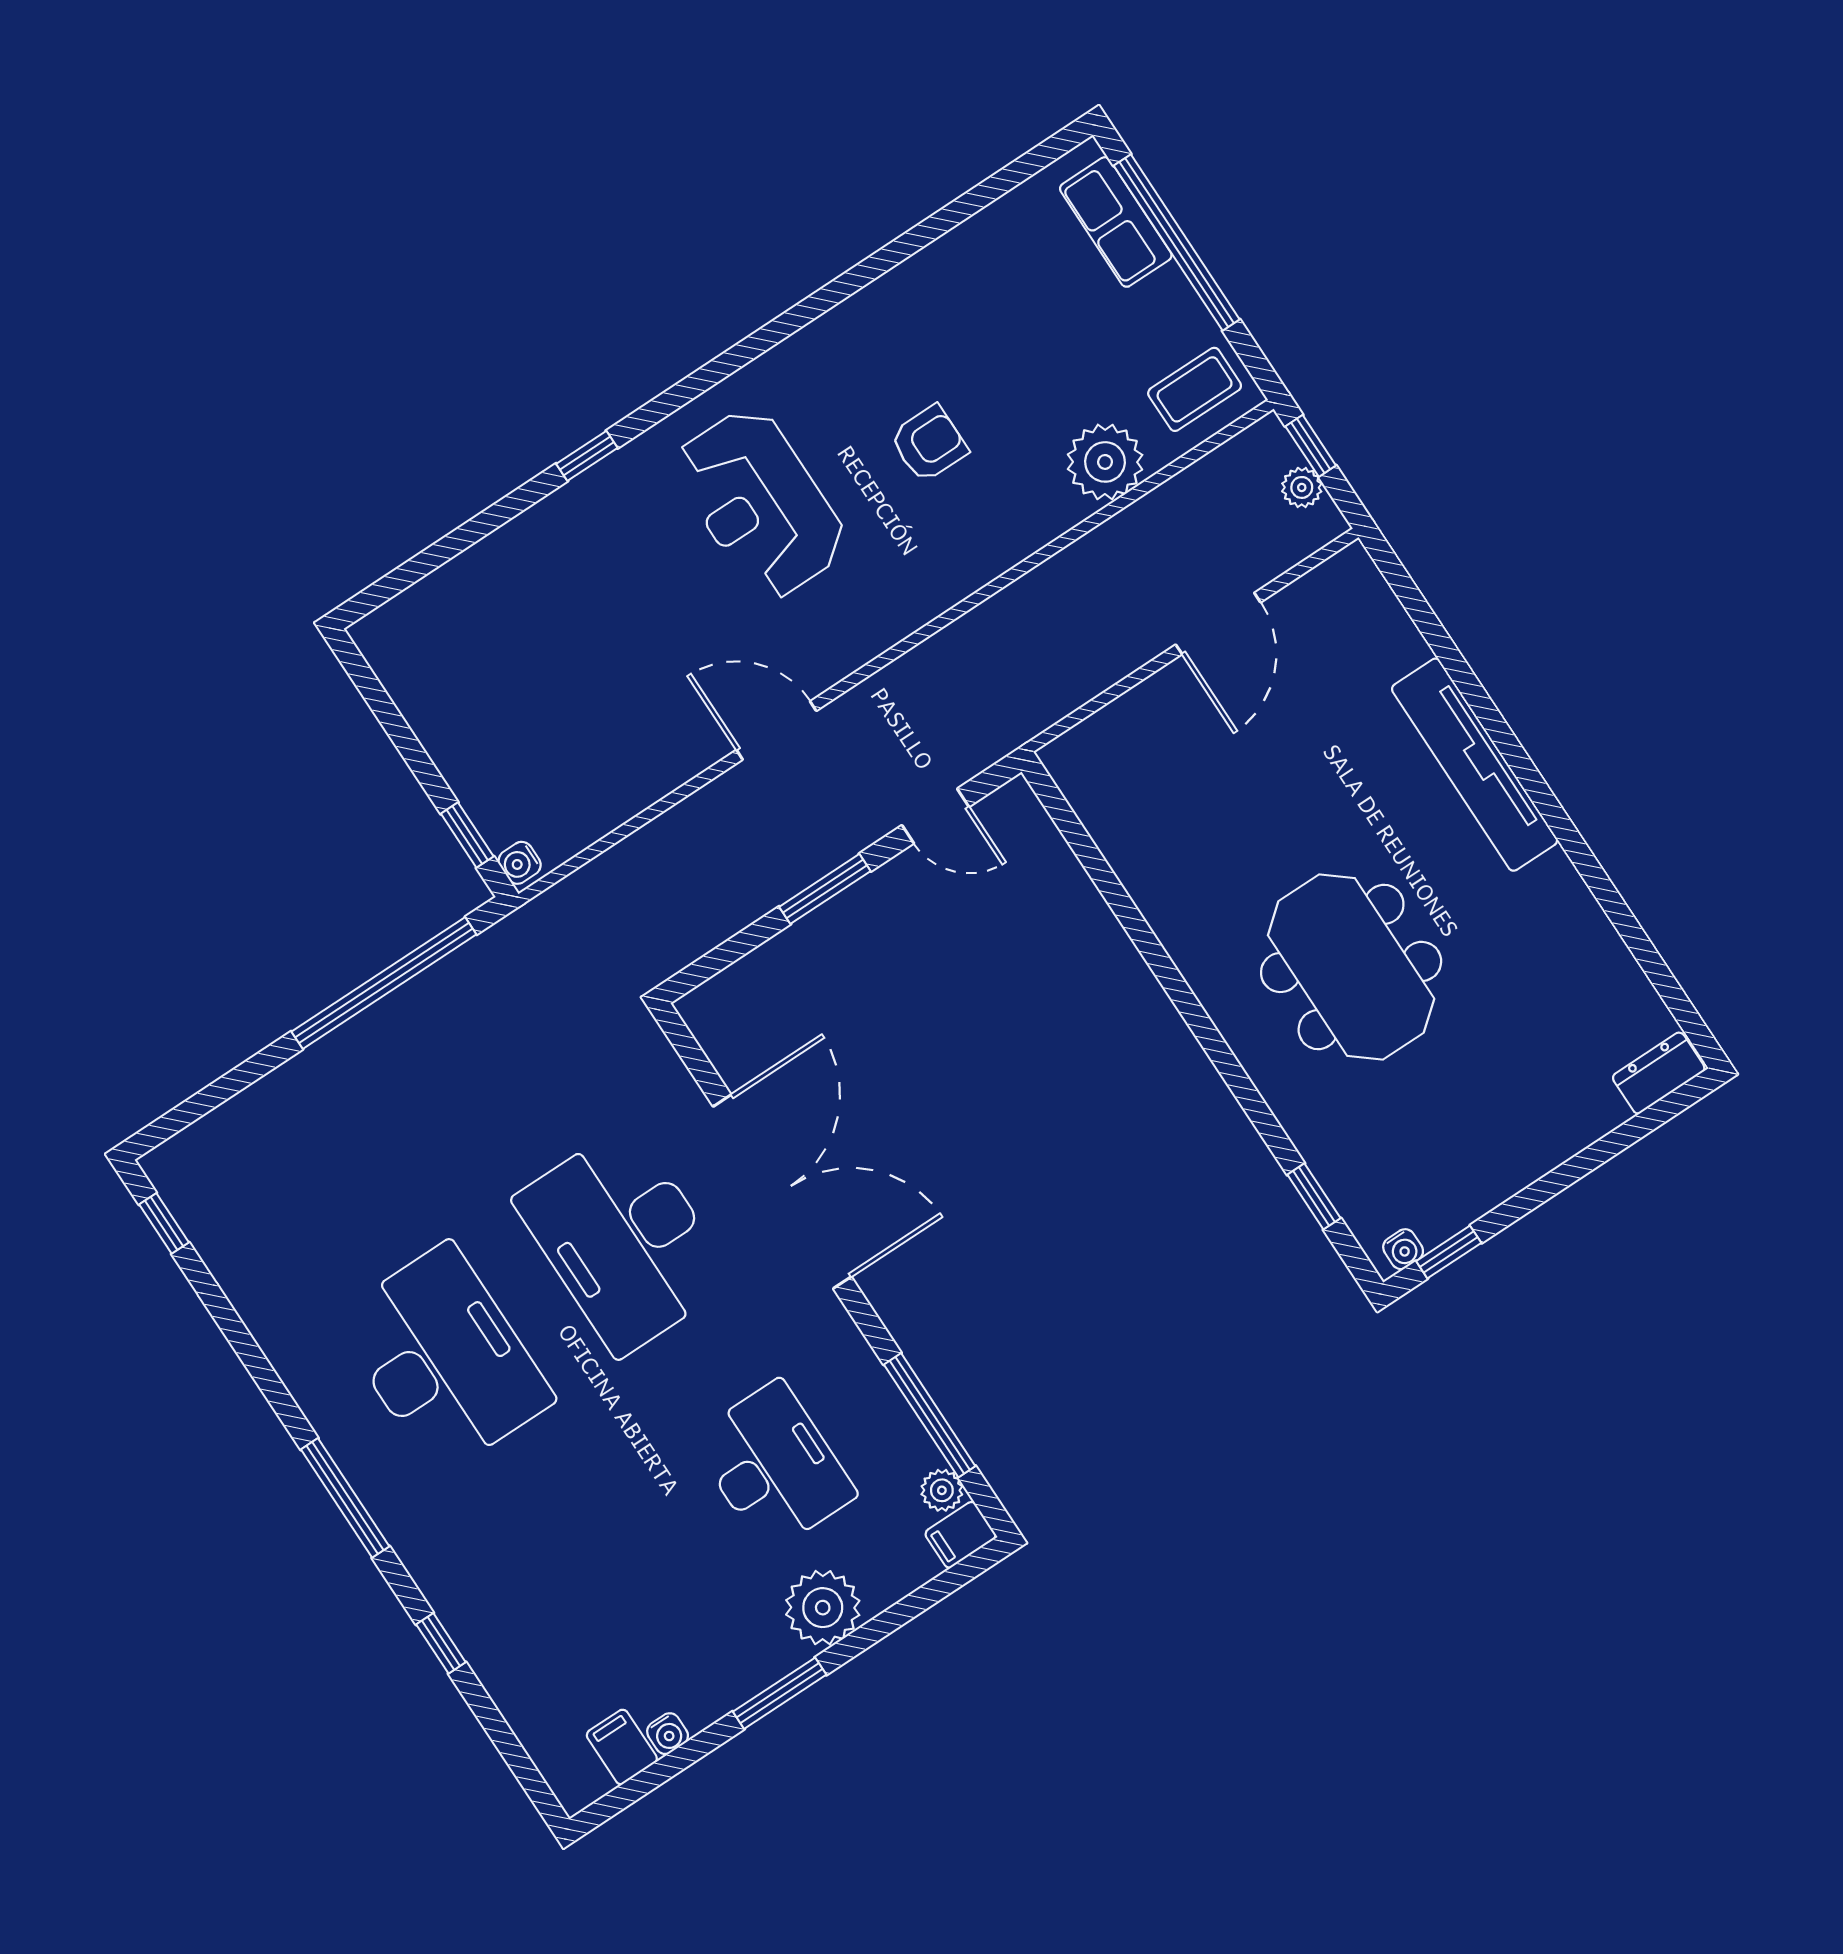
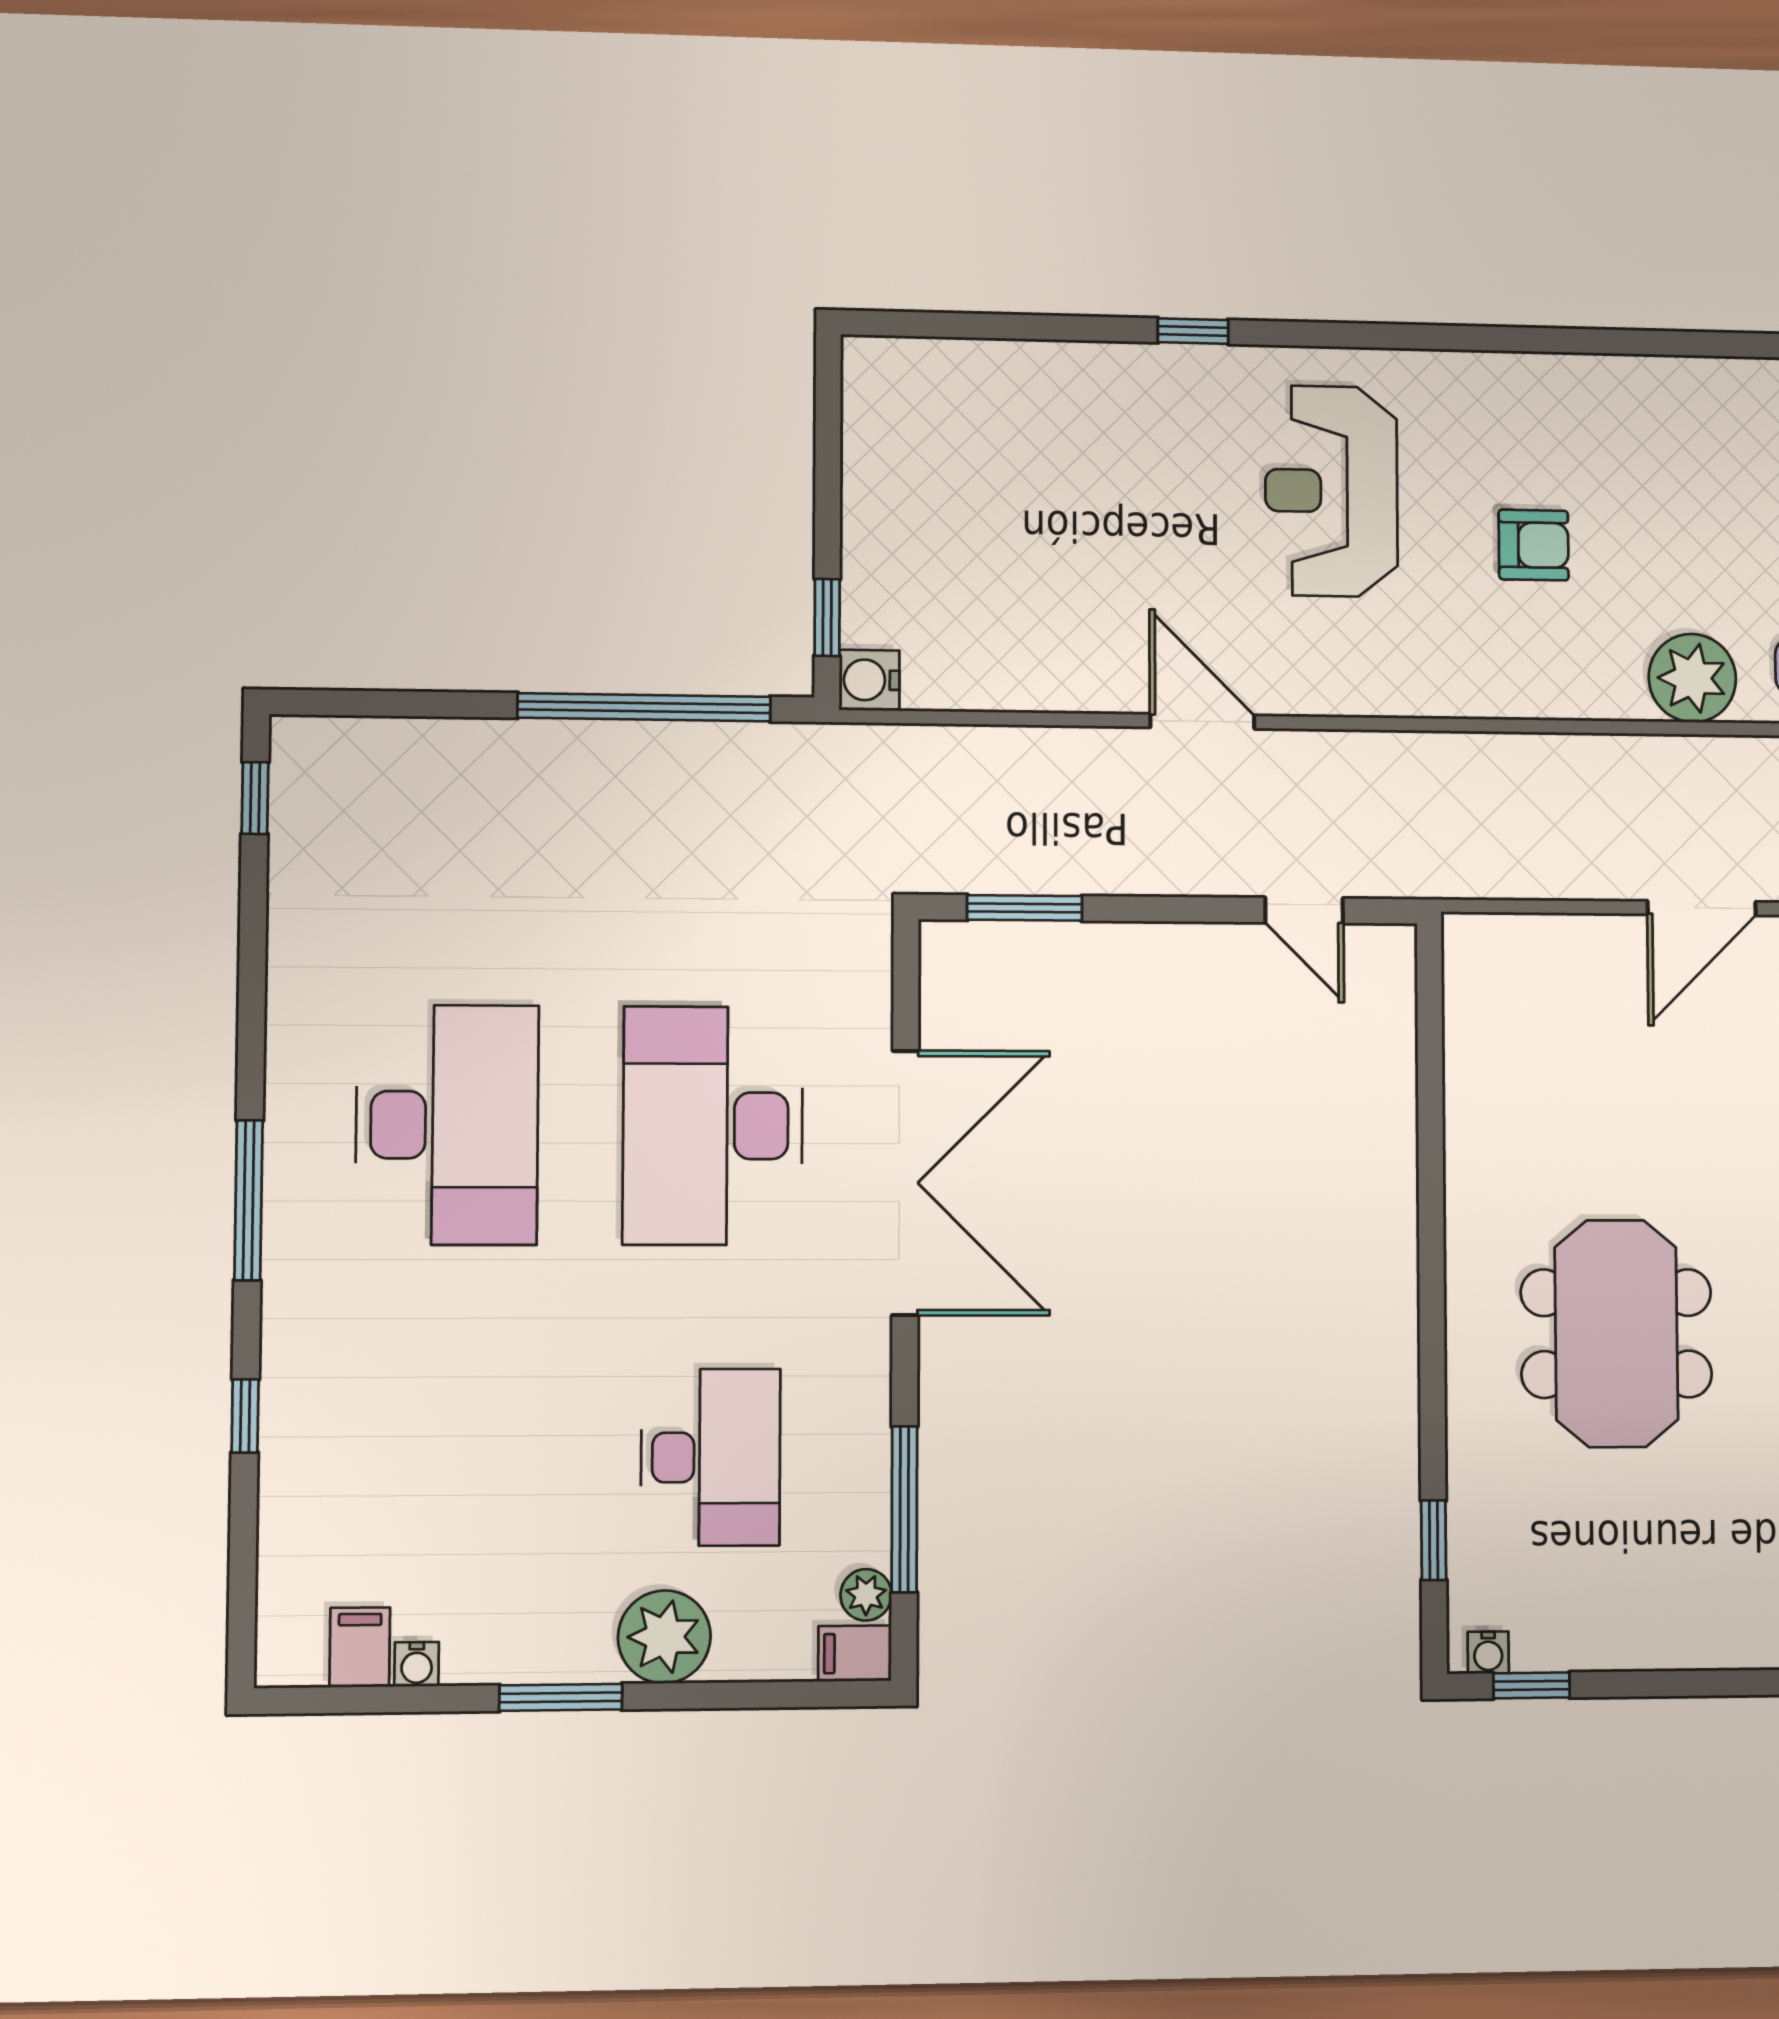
water cooler: (520, 863) -> (869, 680), width x1.38, depth x1.38
window: (825, 889) -> (1025, 908), moved

